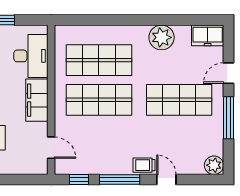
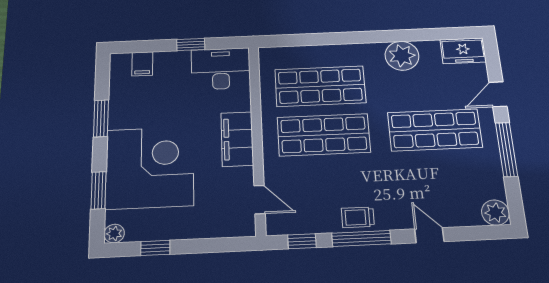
desk: (31, 56) -> (221, 69), moved, turned -90
trolley: (144, 165) -> (358, 217), moved

